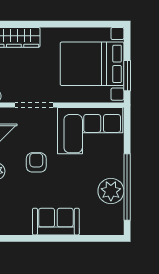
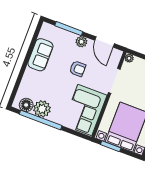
floor lamp: (114, 215) -> (26, 105), added
sofa: (56, 222) -> (40, 55), moved

